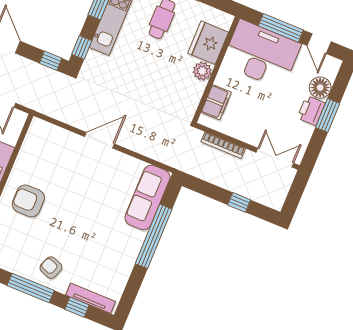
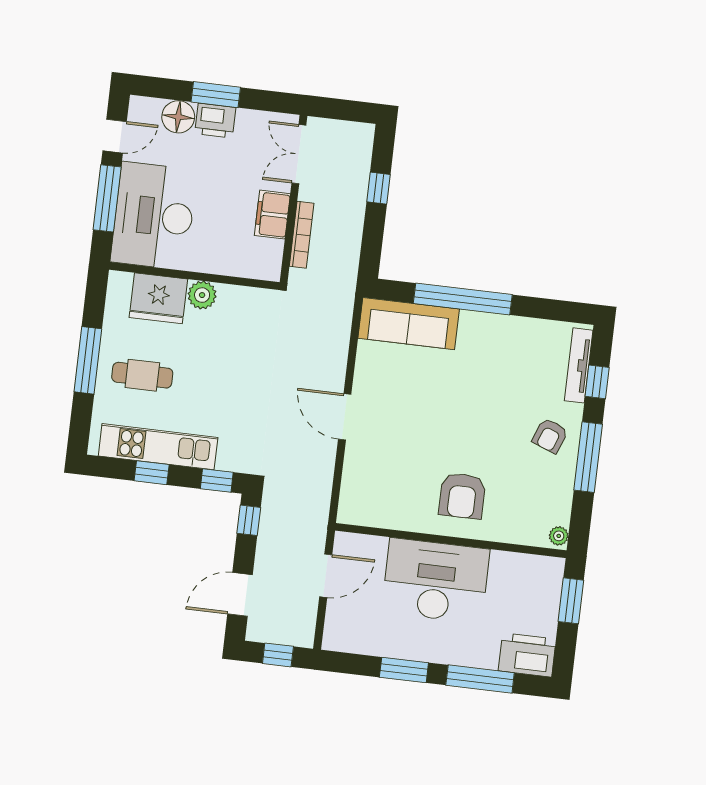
filing cabinet: (216, 102) -> (272, 215), moved, turned -90

